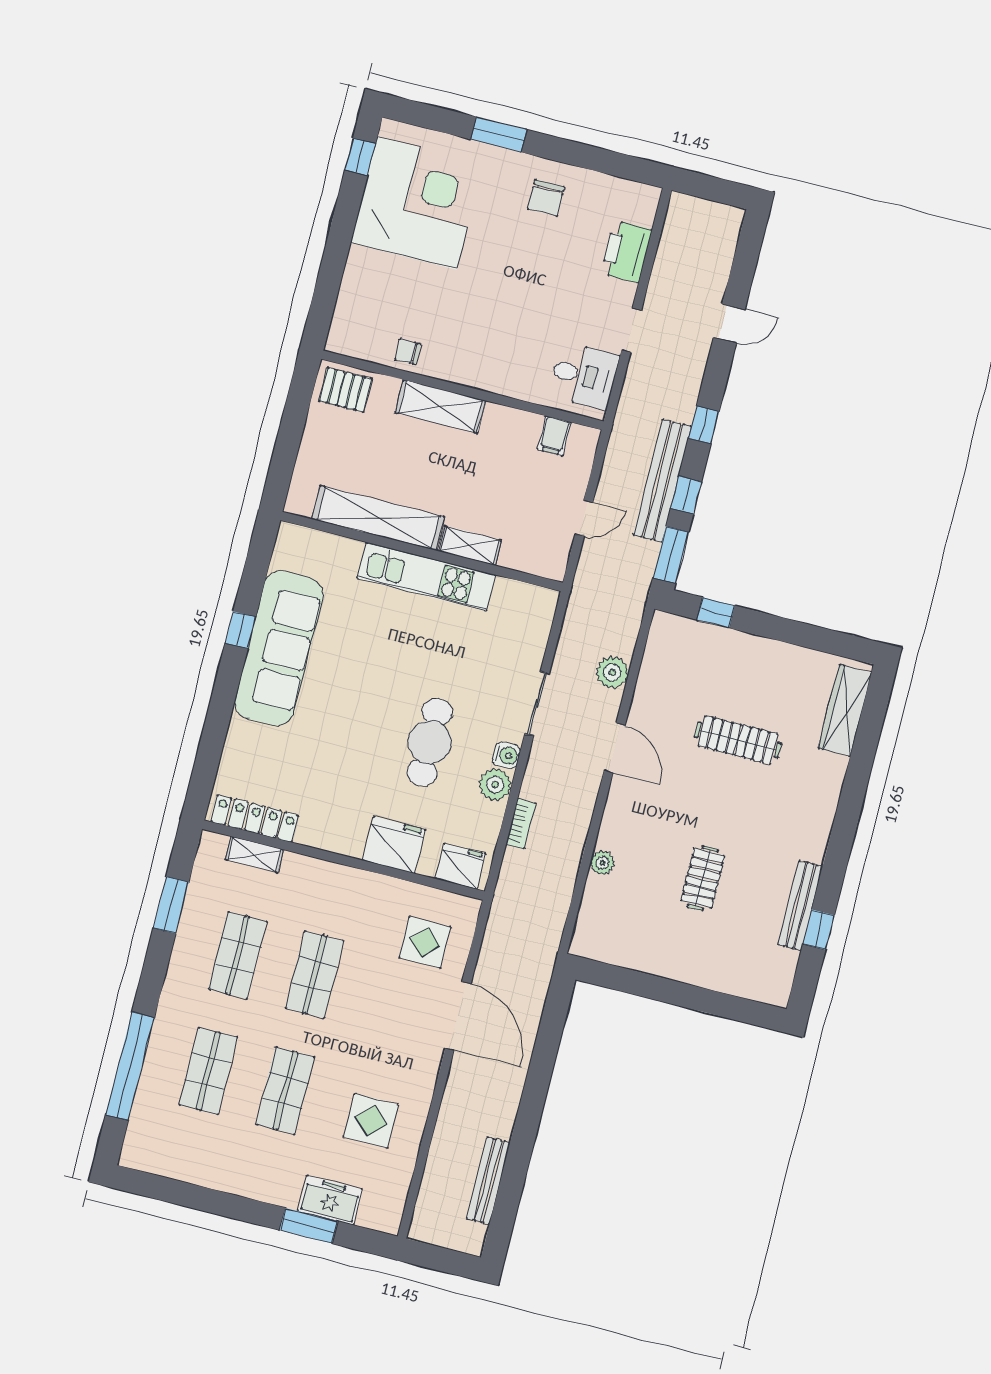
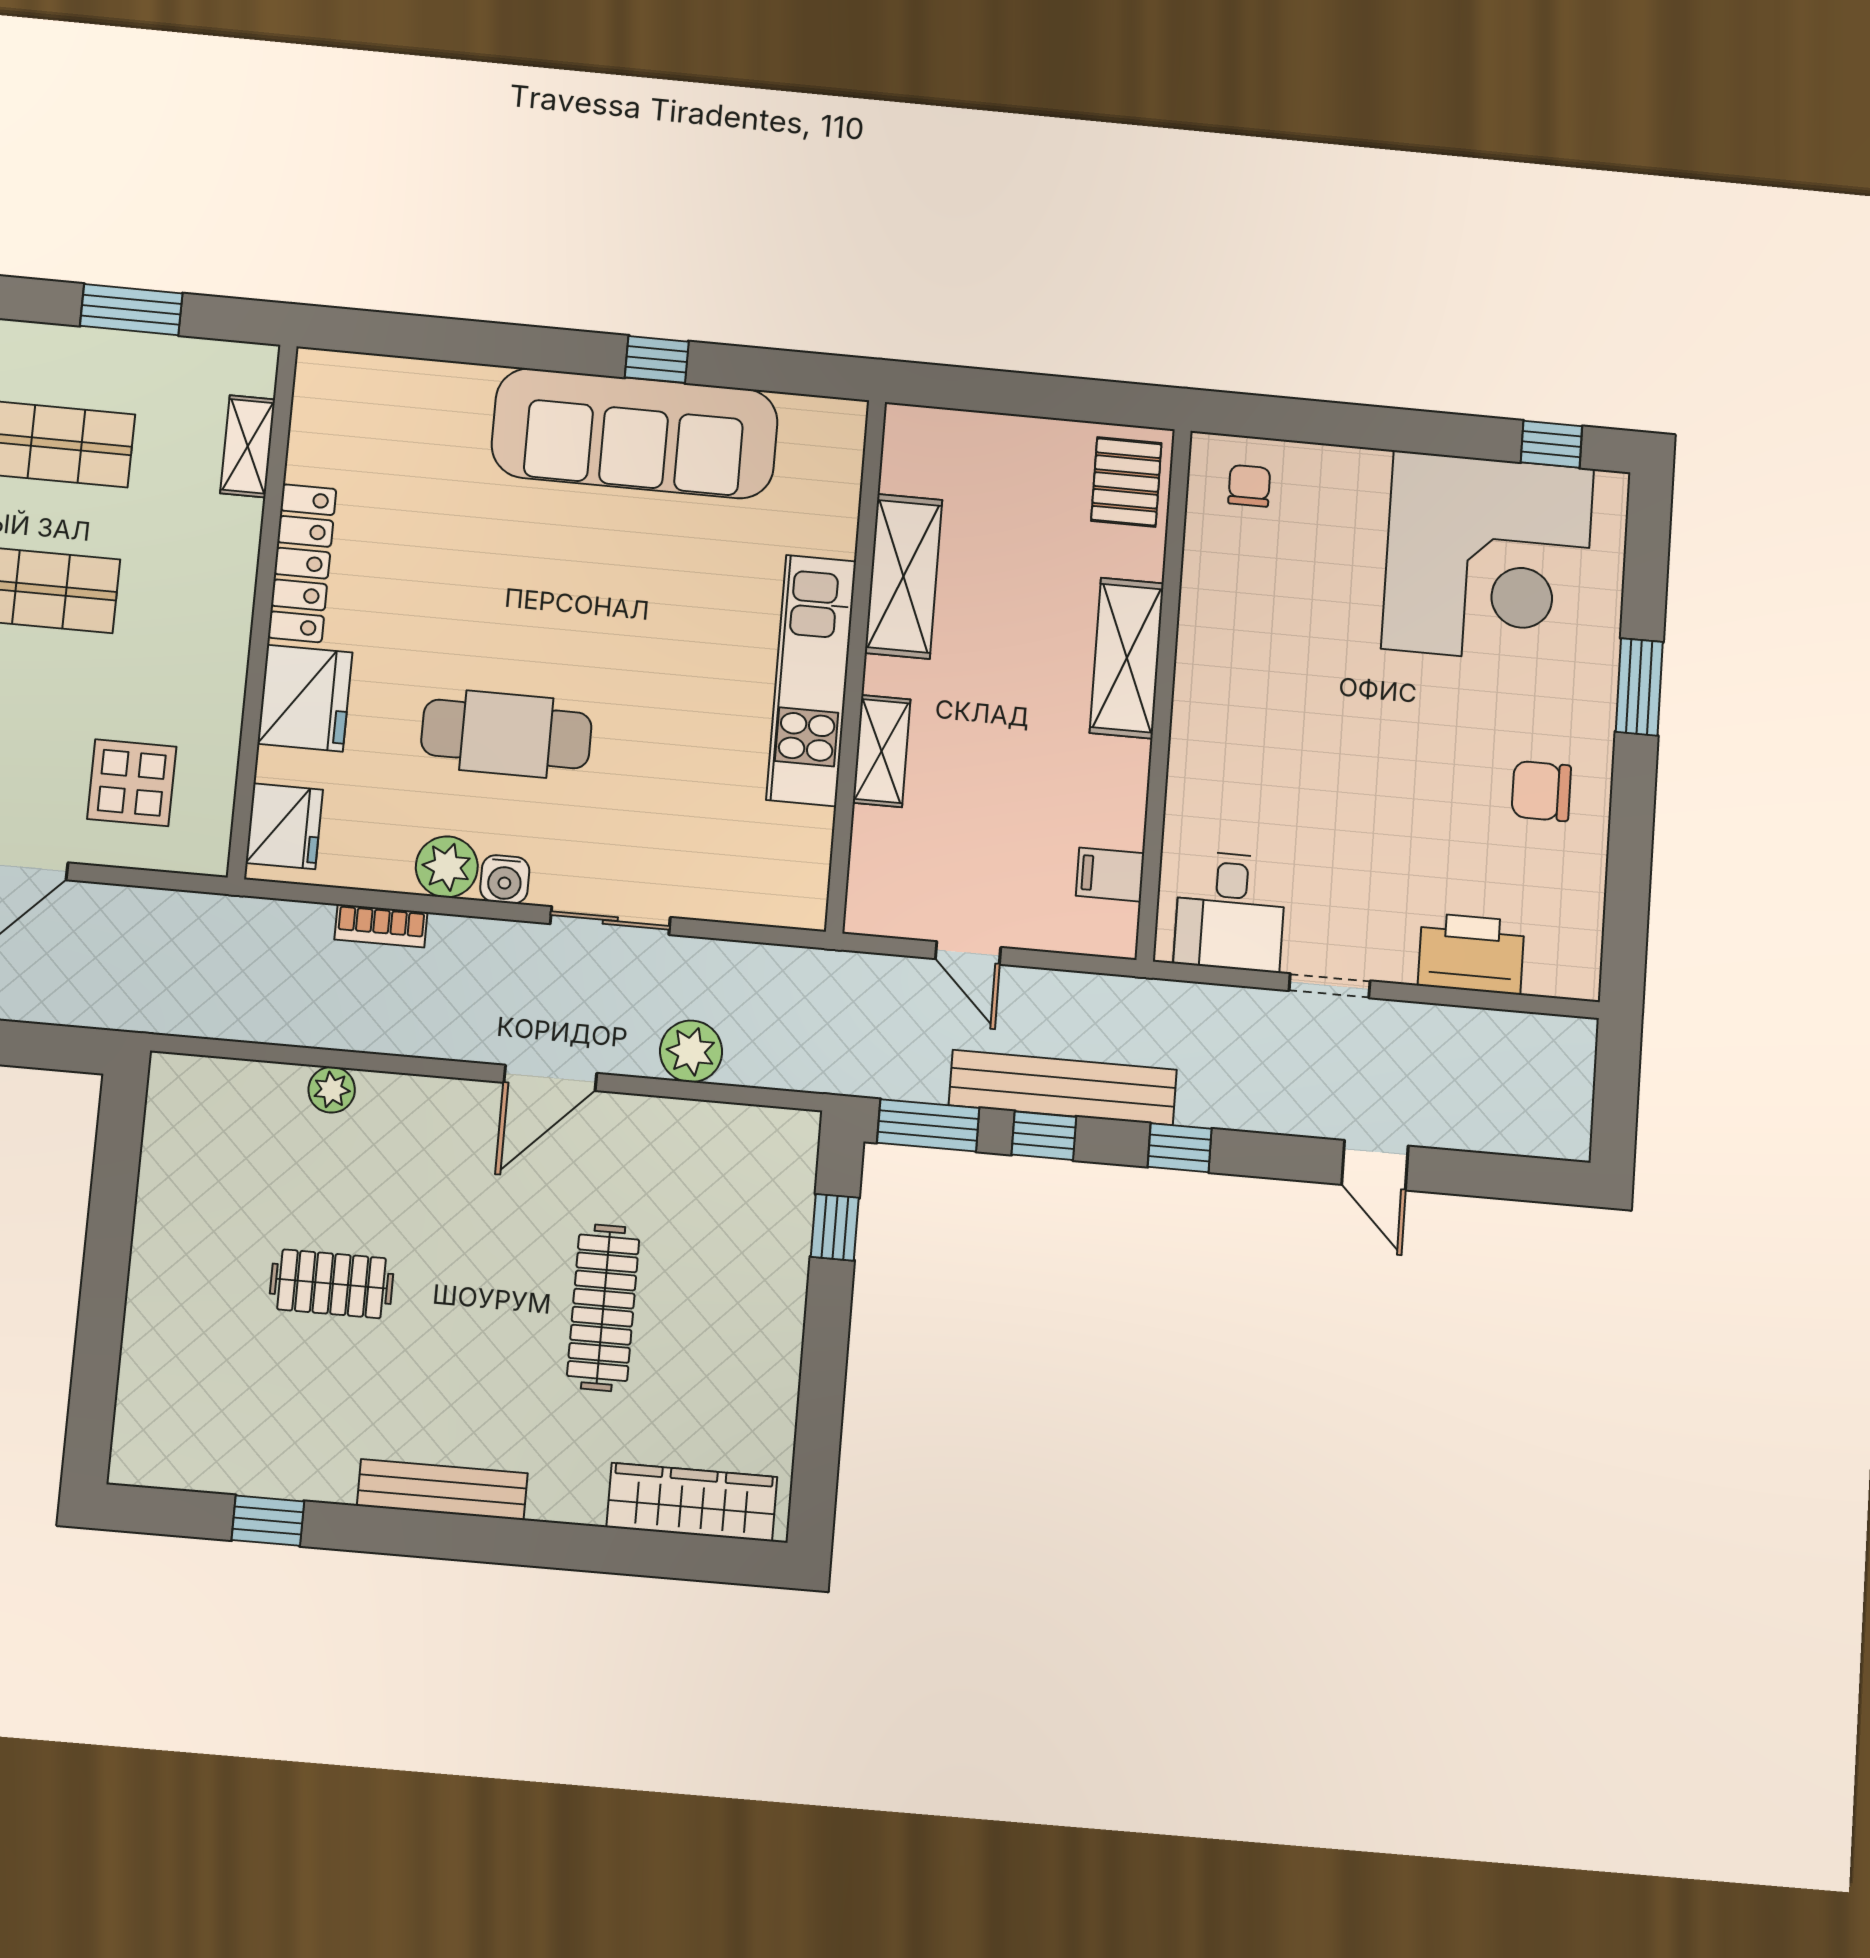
chair: (408, 352) -> (1249, 486), moved
shelving: (378, 518) -> (904, 576), width x0.68
locker: (255, 818) -> (302, 563), moved
bench: (800, 906) -> (442, 1489), moved

